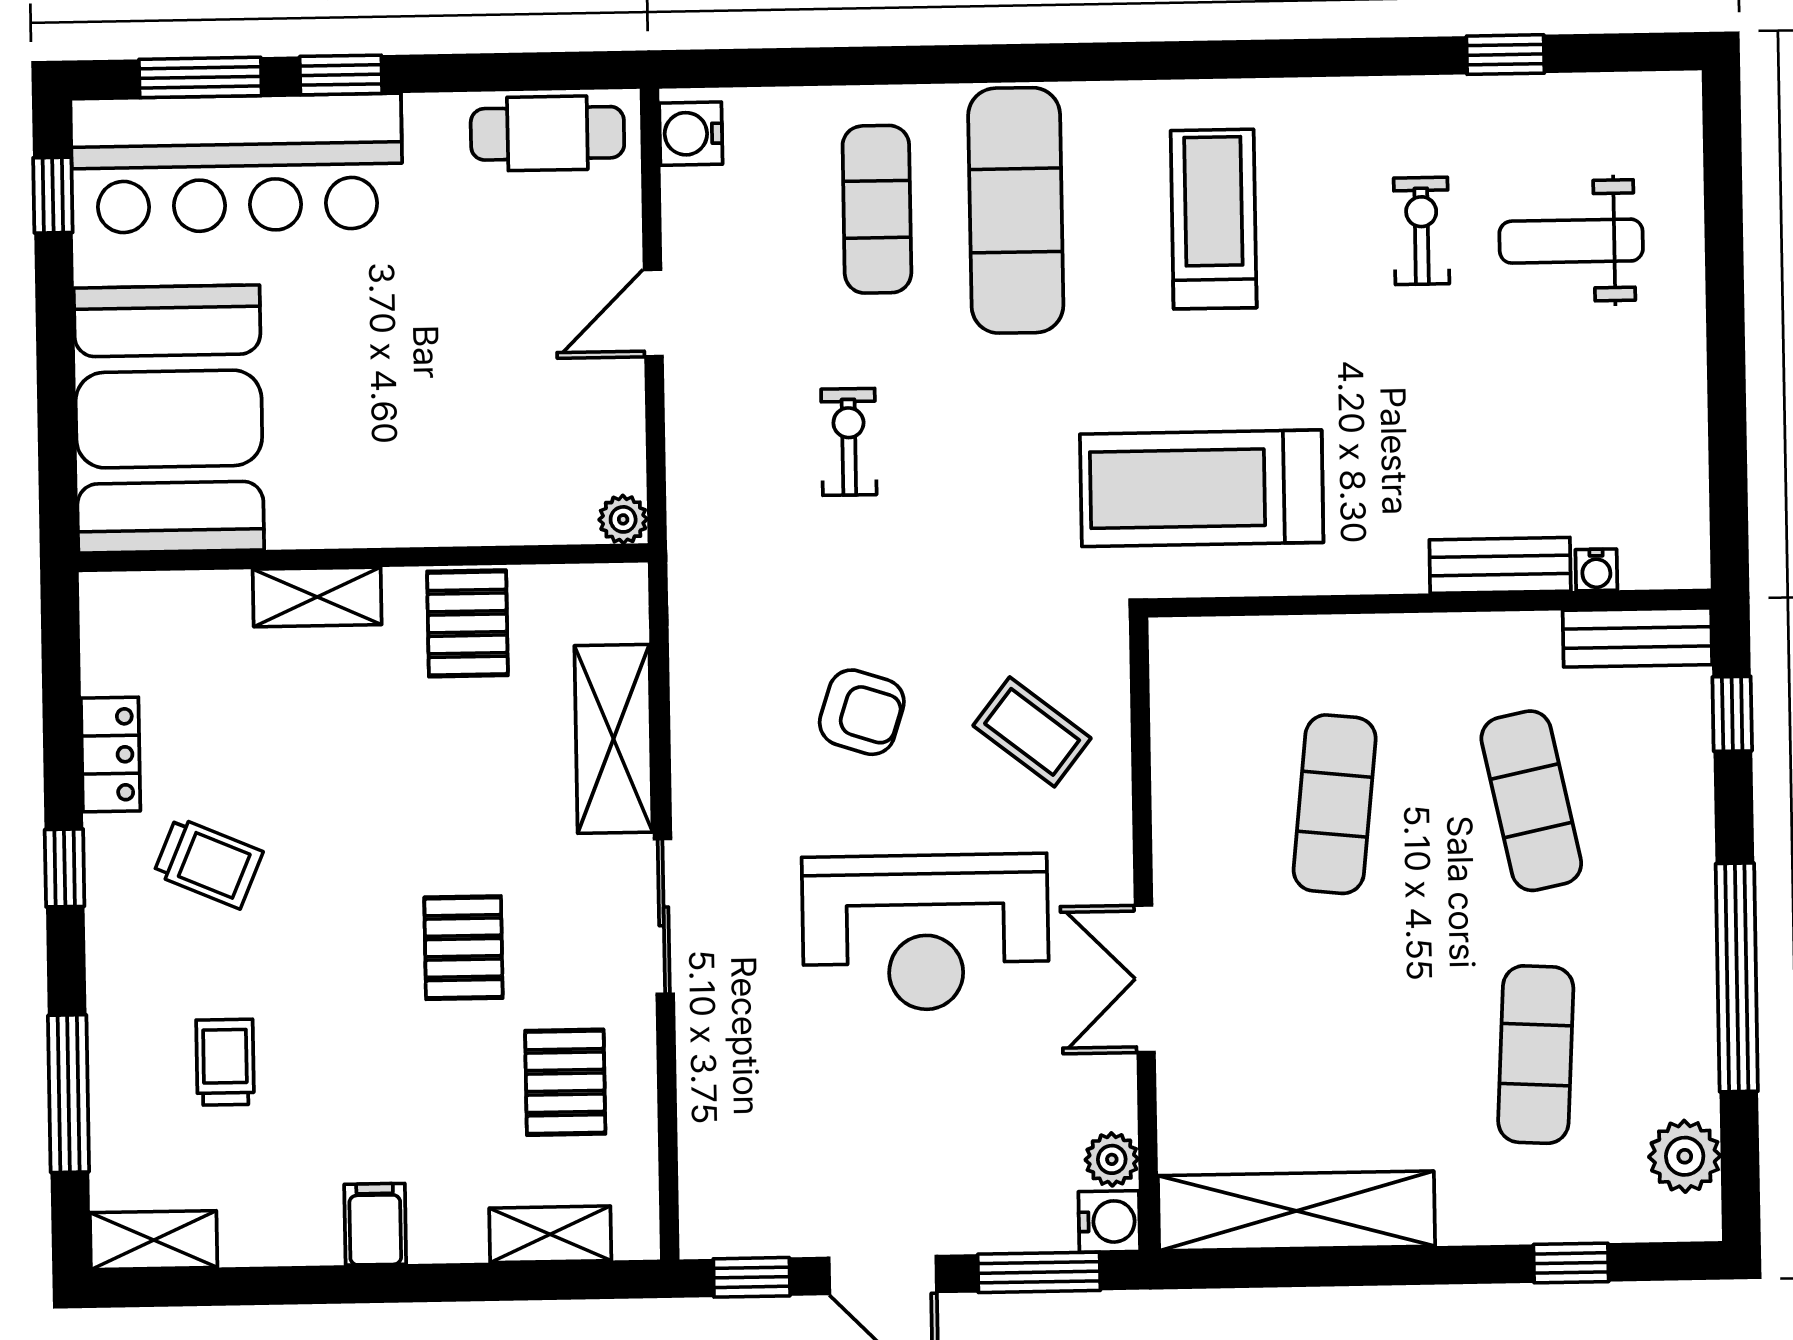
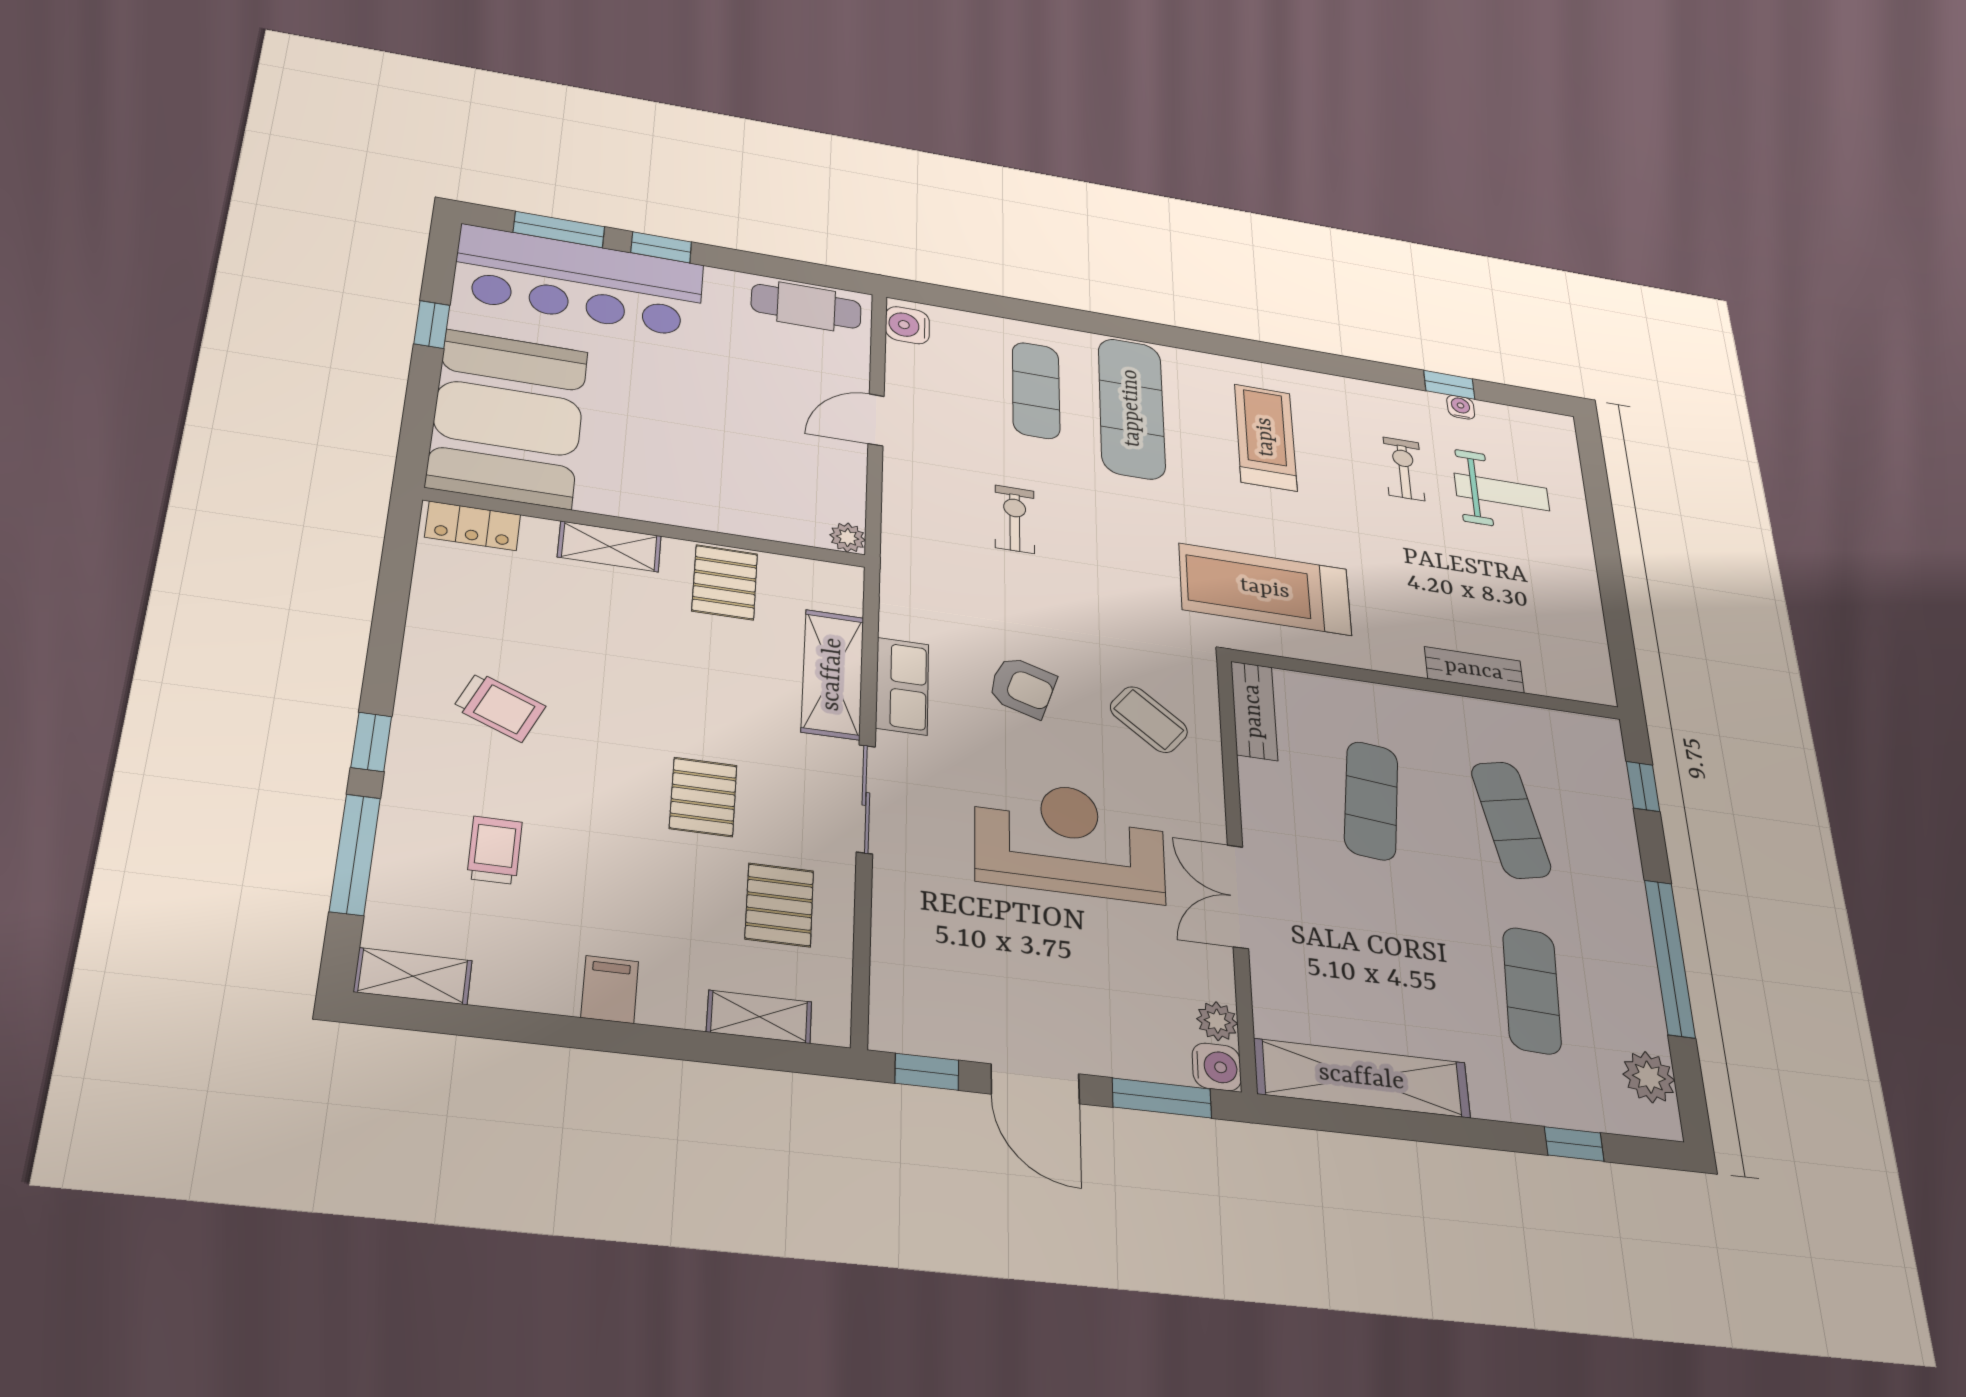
window: (53, 195) -> (432, 325), moved
weight bench: (1571, 241) -> (1502, 492), turned 180
water cooler: (1596, 570) -> (1461, 407), moved, turned 180
bench: (1637, 637) -> (1254, 711), moved, turned 90
row of seats: (704, 740) -> (902, 686), added
locker: (111, 755) -> (473, 526), moved, turned 90
window: (65, 868) -> (371, 742), moved
reception desk: (925, 932) -> (1070, 840), turned 180

